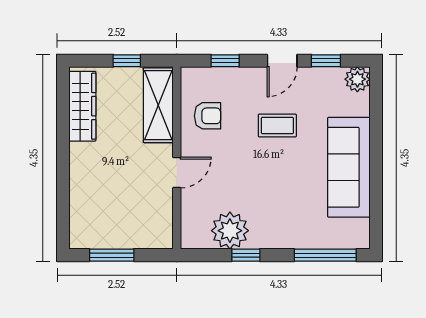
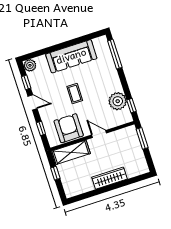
wardrobe: (82, 106) -> (109, 178), moved
armchair: (208, 116) -> (69, 128), width x1.88, depth x1.88
coffee table: (277, 125) -> (75, 94), moved
window: (112, 255) -> (142, 138), moved
window: (246, 255) -> (132, 106), moved

